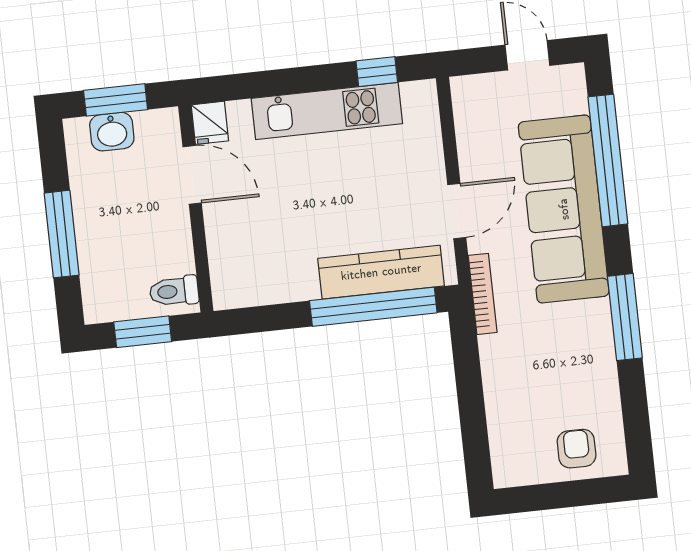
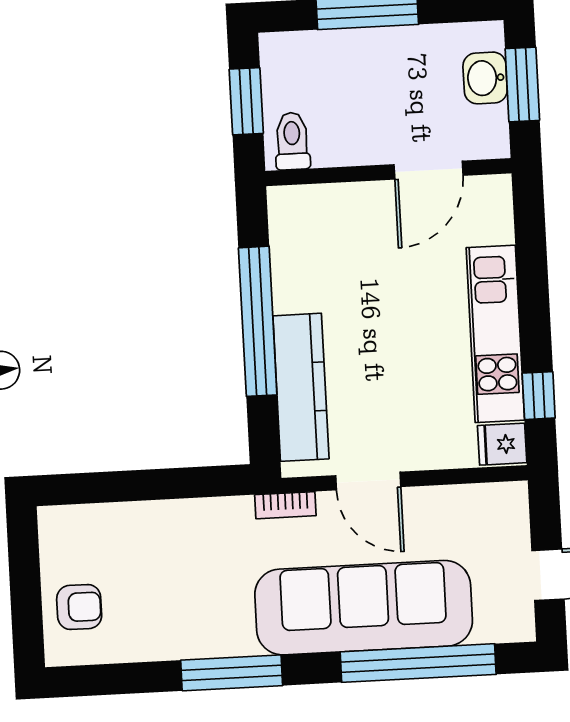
fridge: (210, 123) -> (502, 444), moved
bookcase: (483, 294) -> (285, 505), width x0.64
window: (373, 307) -> (258, 321), moved

